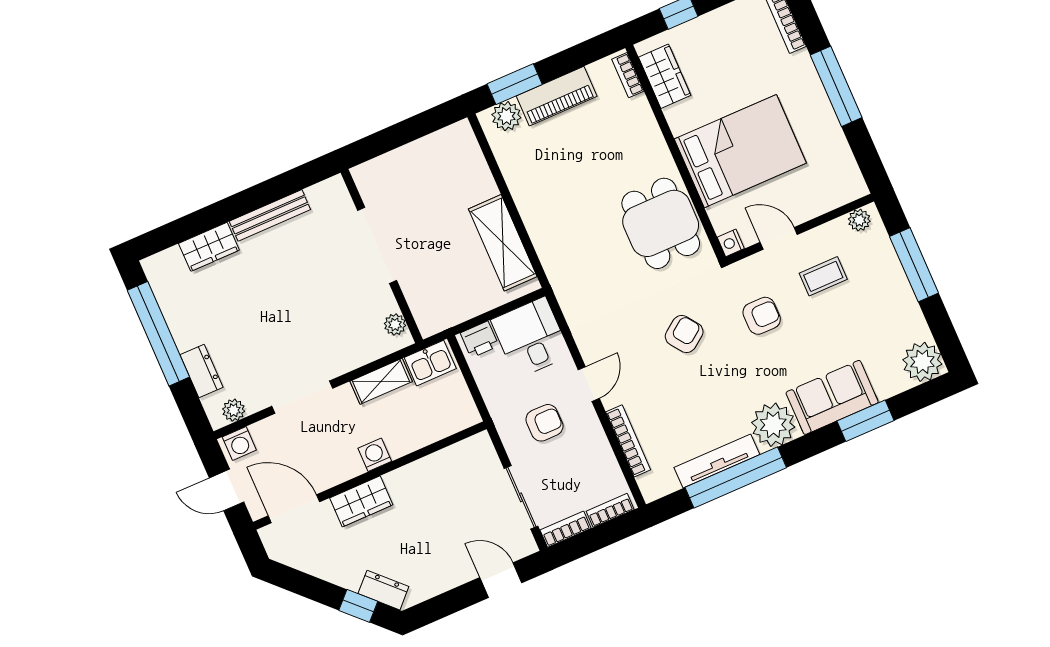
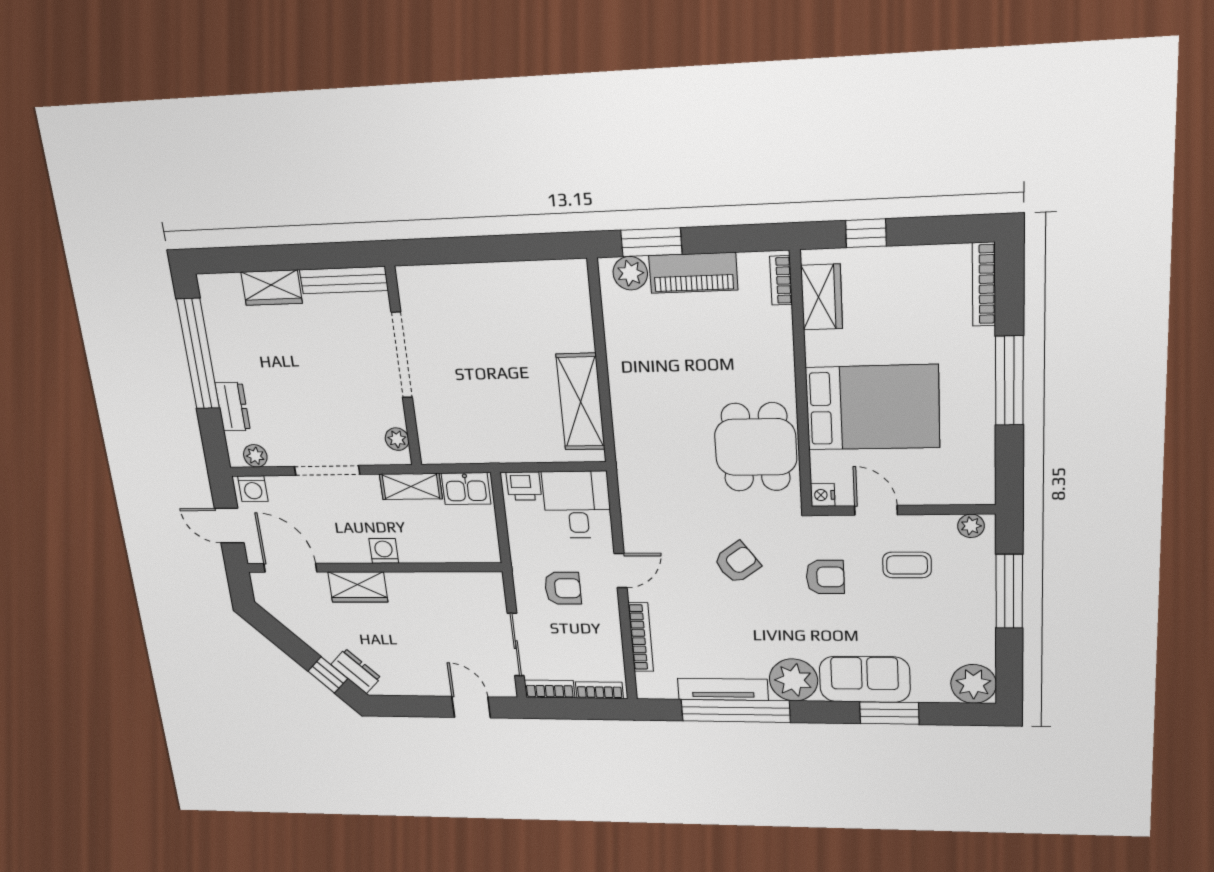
doorway: (377, 245) -> (402, 355), moved
wall: (382, 256) -> (403, 368), moved
plant: (395, 325) -> (397, 439), moved

